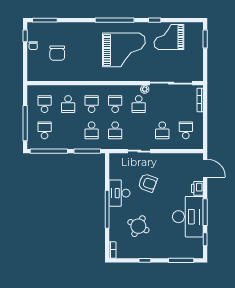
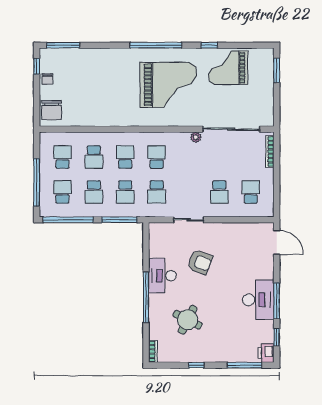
chair: (57, 53) -> (52, 110), moved
school desk: (139, 104) -> (94, 192), moved
printer: (197, 188) -> (266, 353), moved
desk: (188, 217) -> (258, 300), width x0.73, depth x0.77

